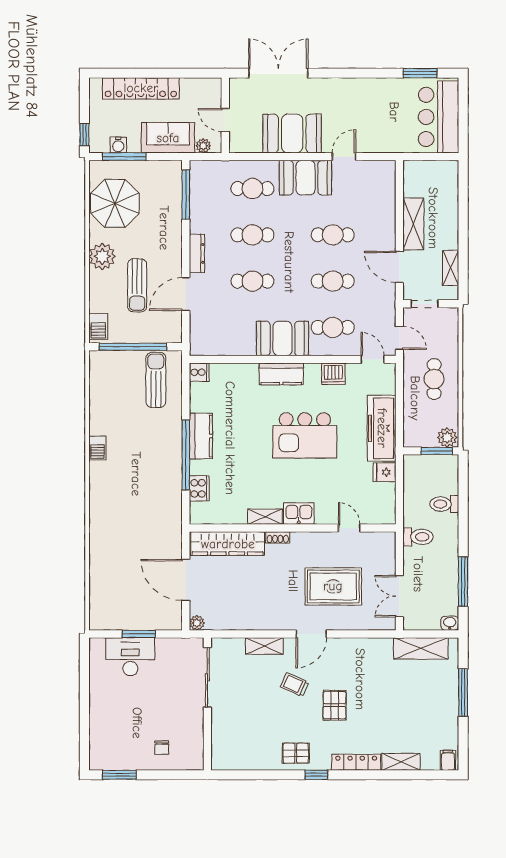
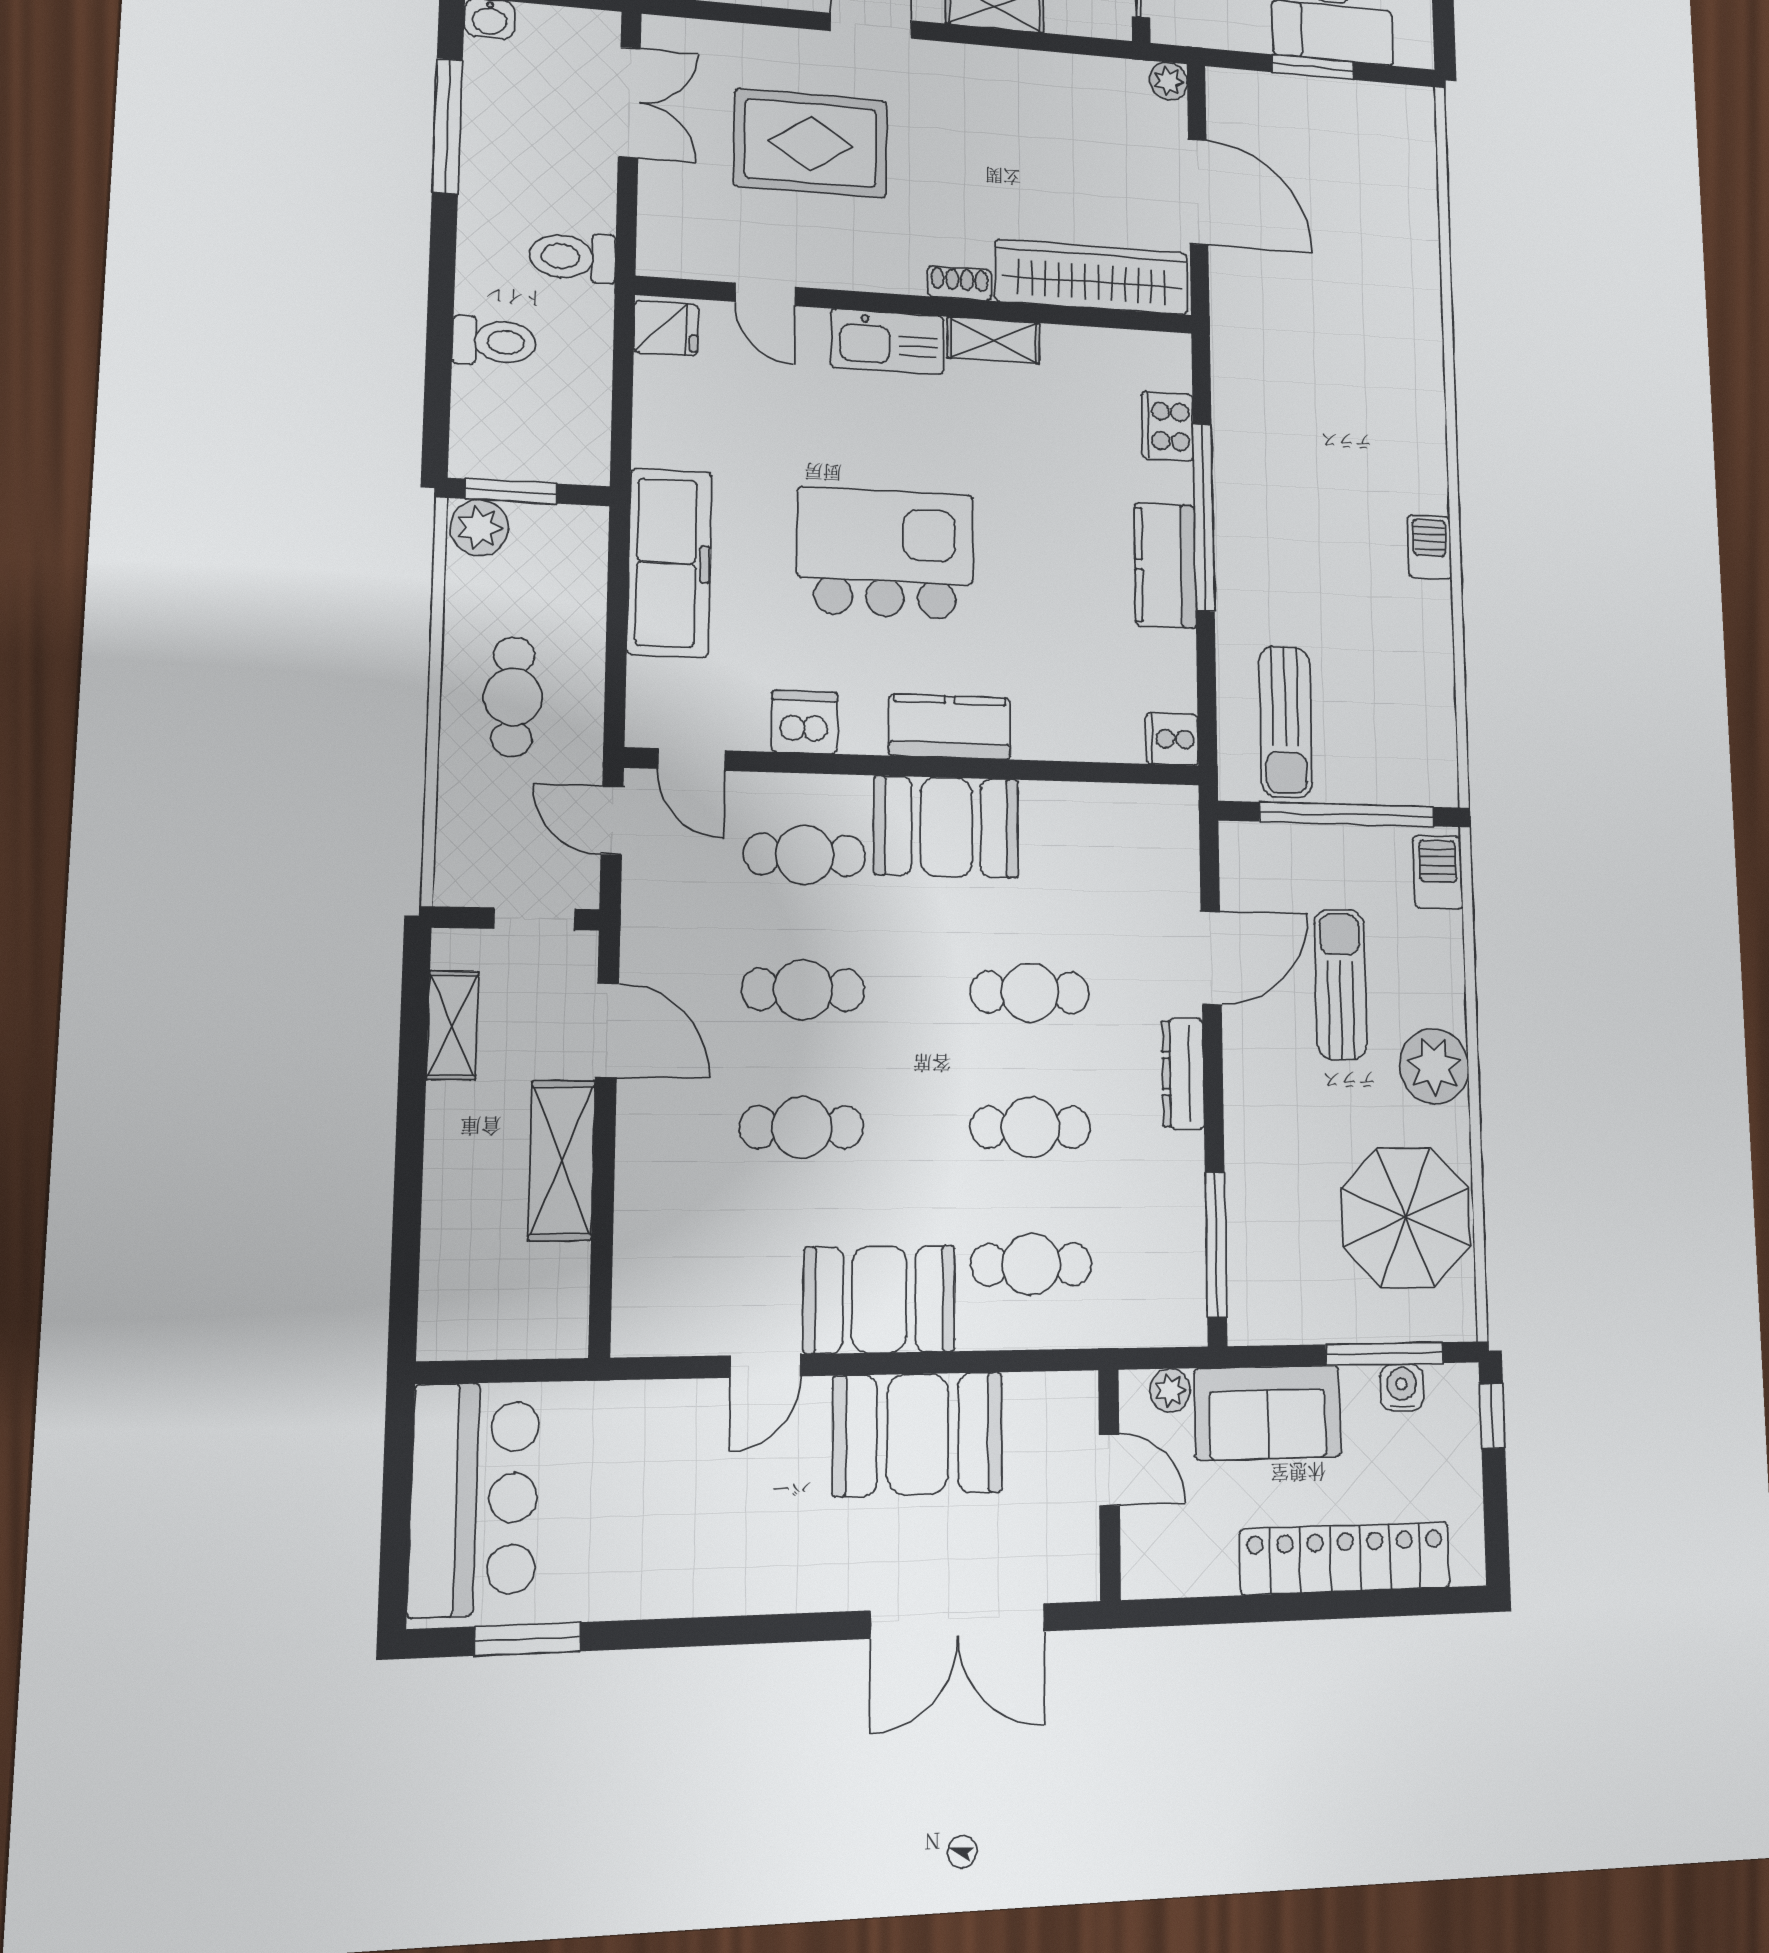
fridge: (384, 472) -> (666, 328), moved
kitchen sink: (299, 514) -> (887, 342), width x1.38

